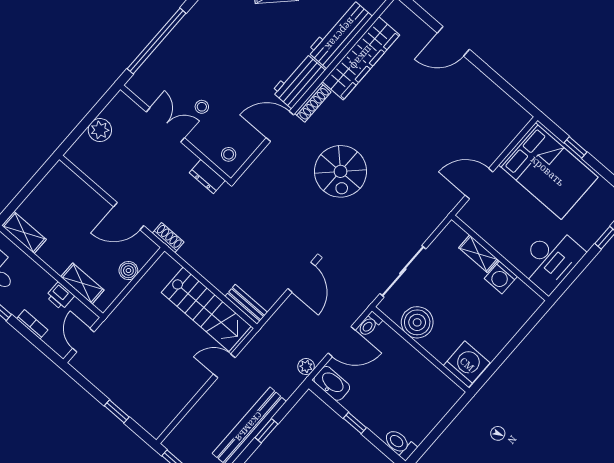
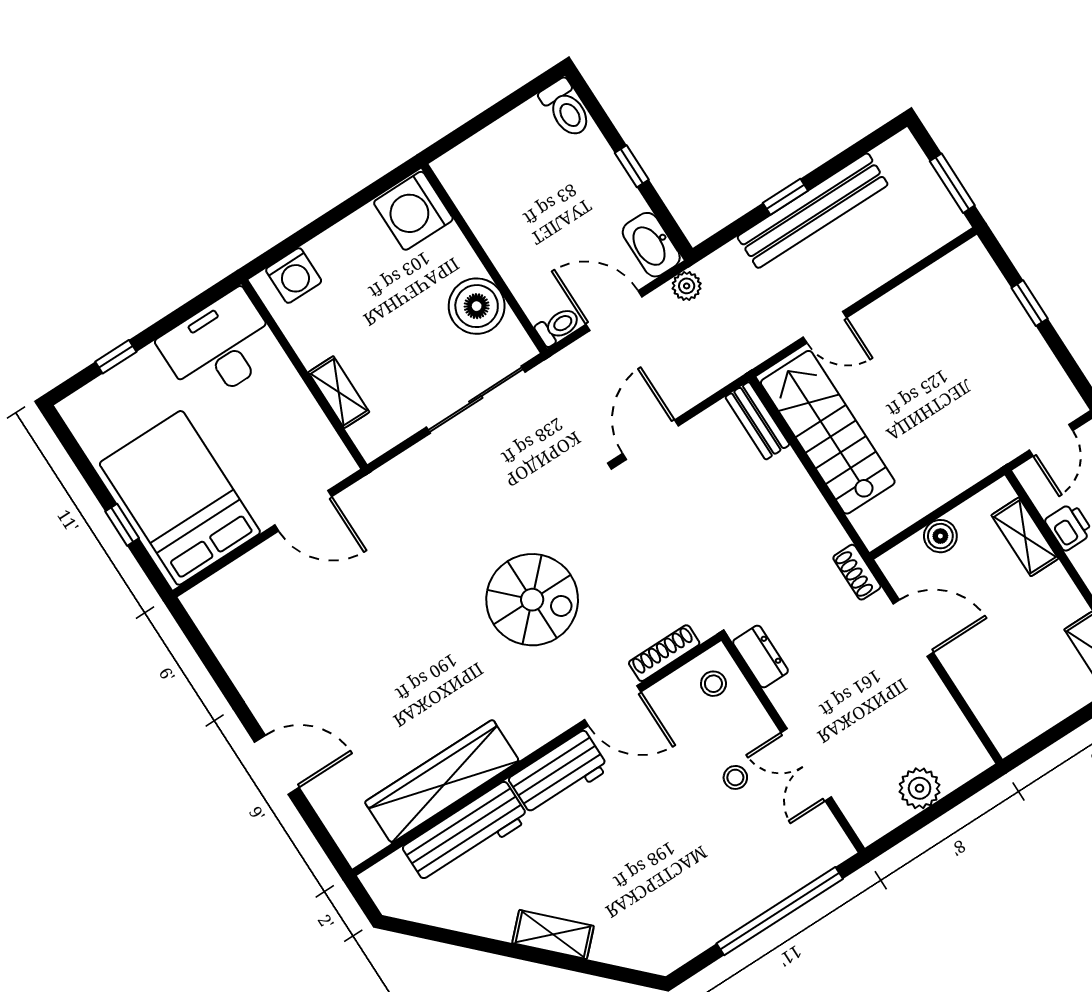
shoe rack: (313, 103) -> (664, 653), moved
spiral stairs: (341, 171) -> (532, 600), turned 90
washing machine: (501, 278) -> (294, 276), moved, turned 90

